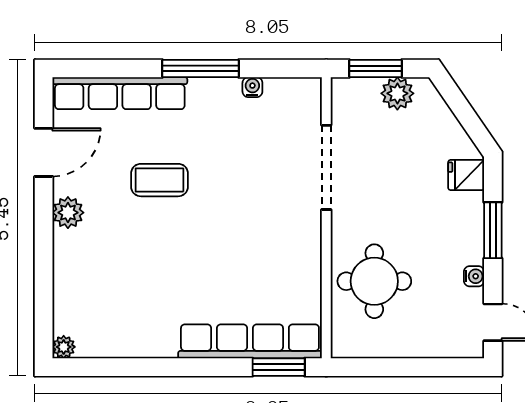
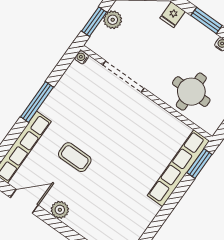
water cooler: (252, 87) -> (82, 57), moved
door: (44, 152) -> (24, 201), hinge flipped
coffee table: (159, 180) -> (75, 157), turned 90

